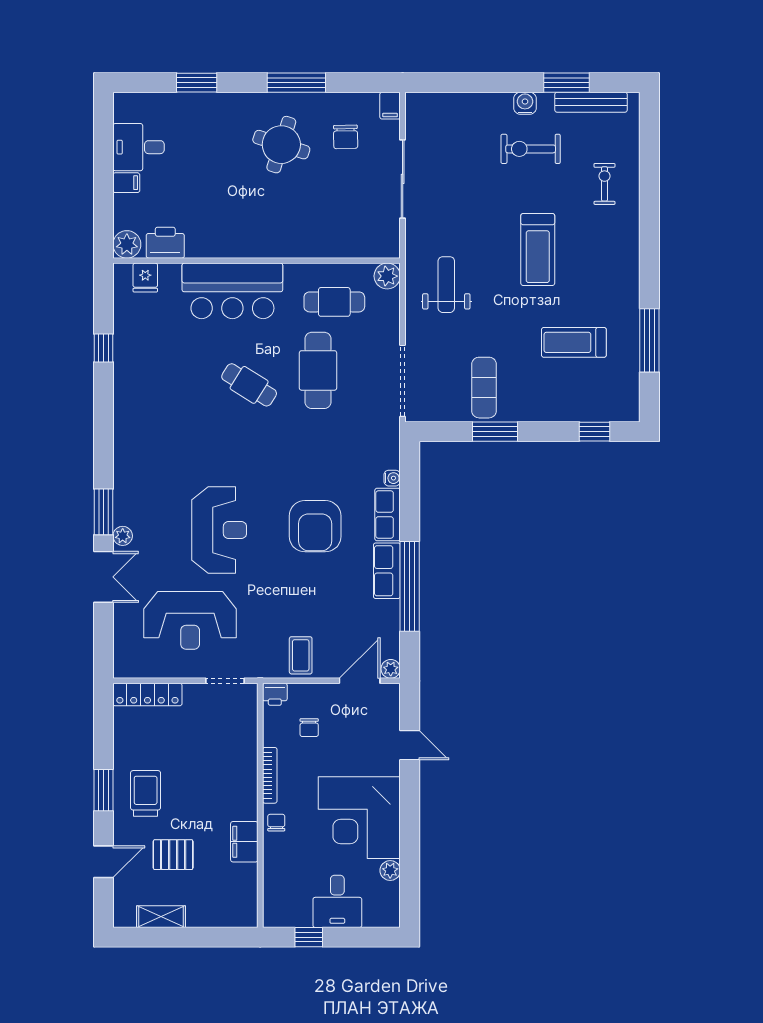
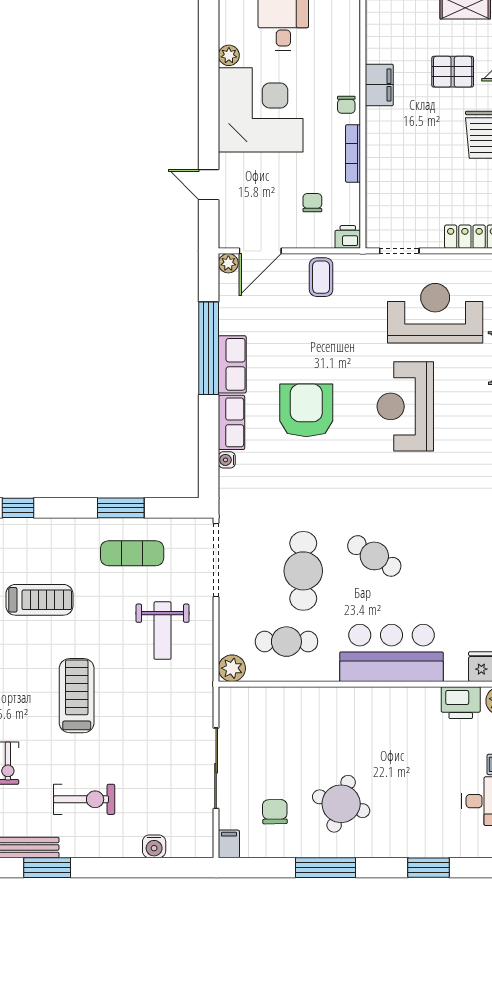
water cooler: (525, 103) -> (154, 846), moved
weight bench: (446, 285) -> (163, 631), moved
exercise mat: (484, 388) -> (132, 553), turned 90

